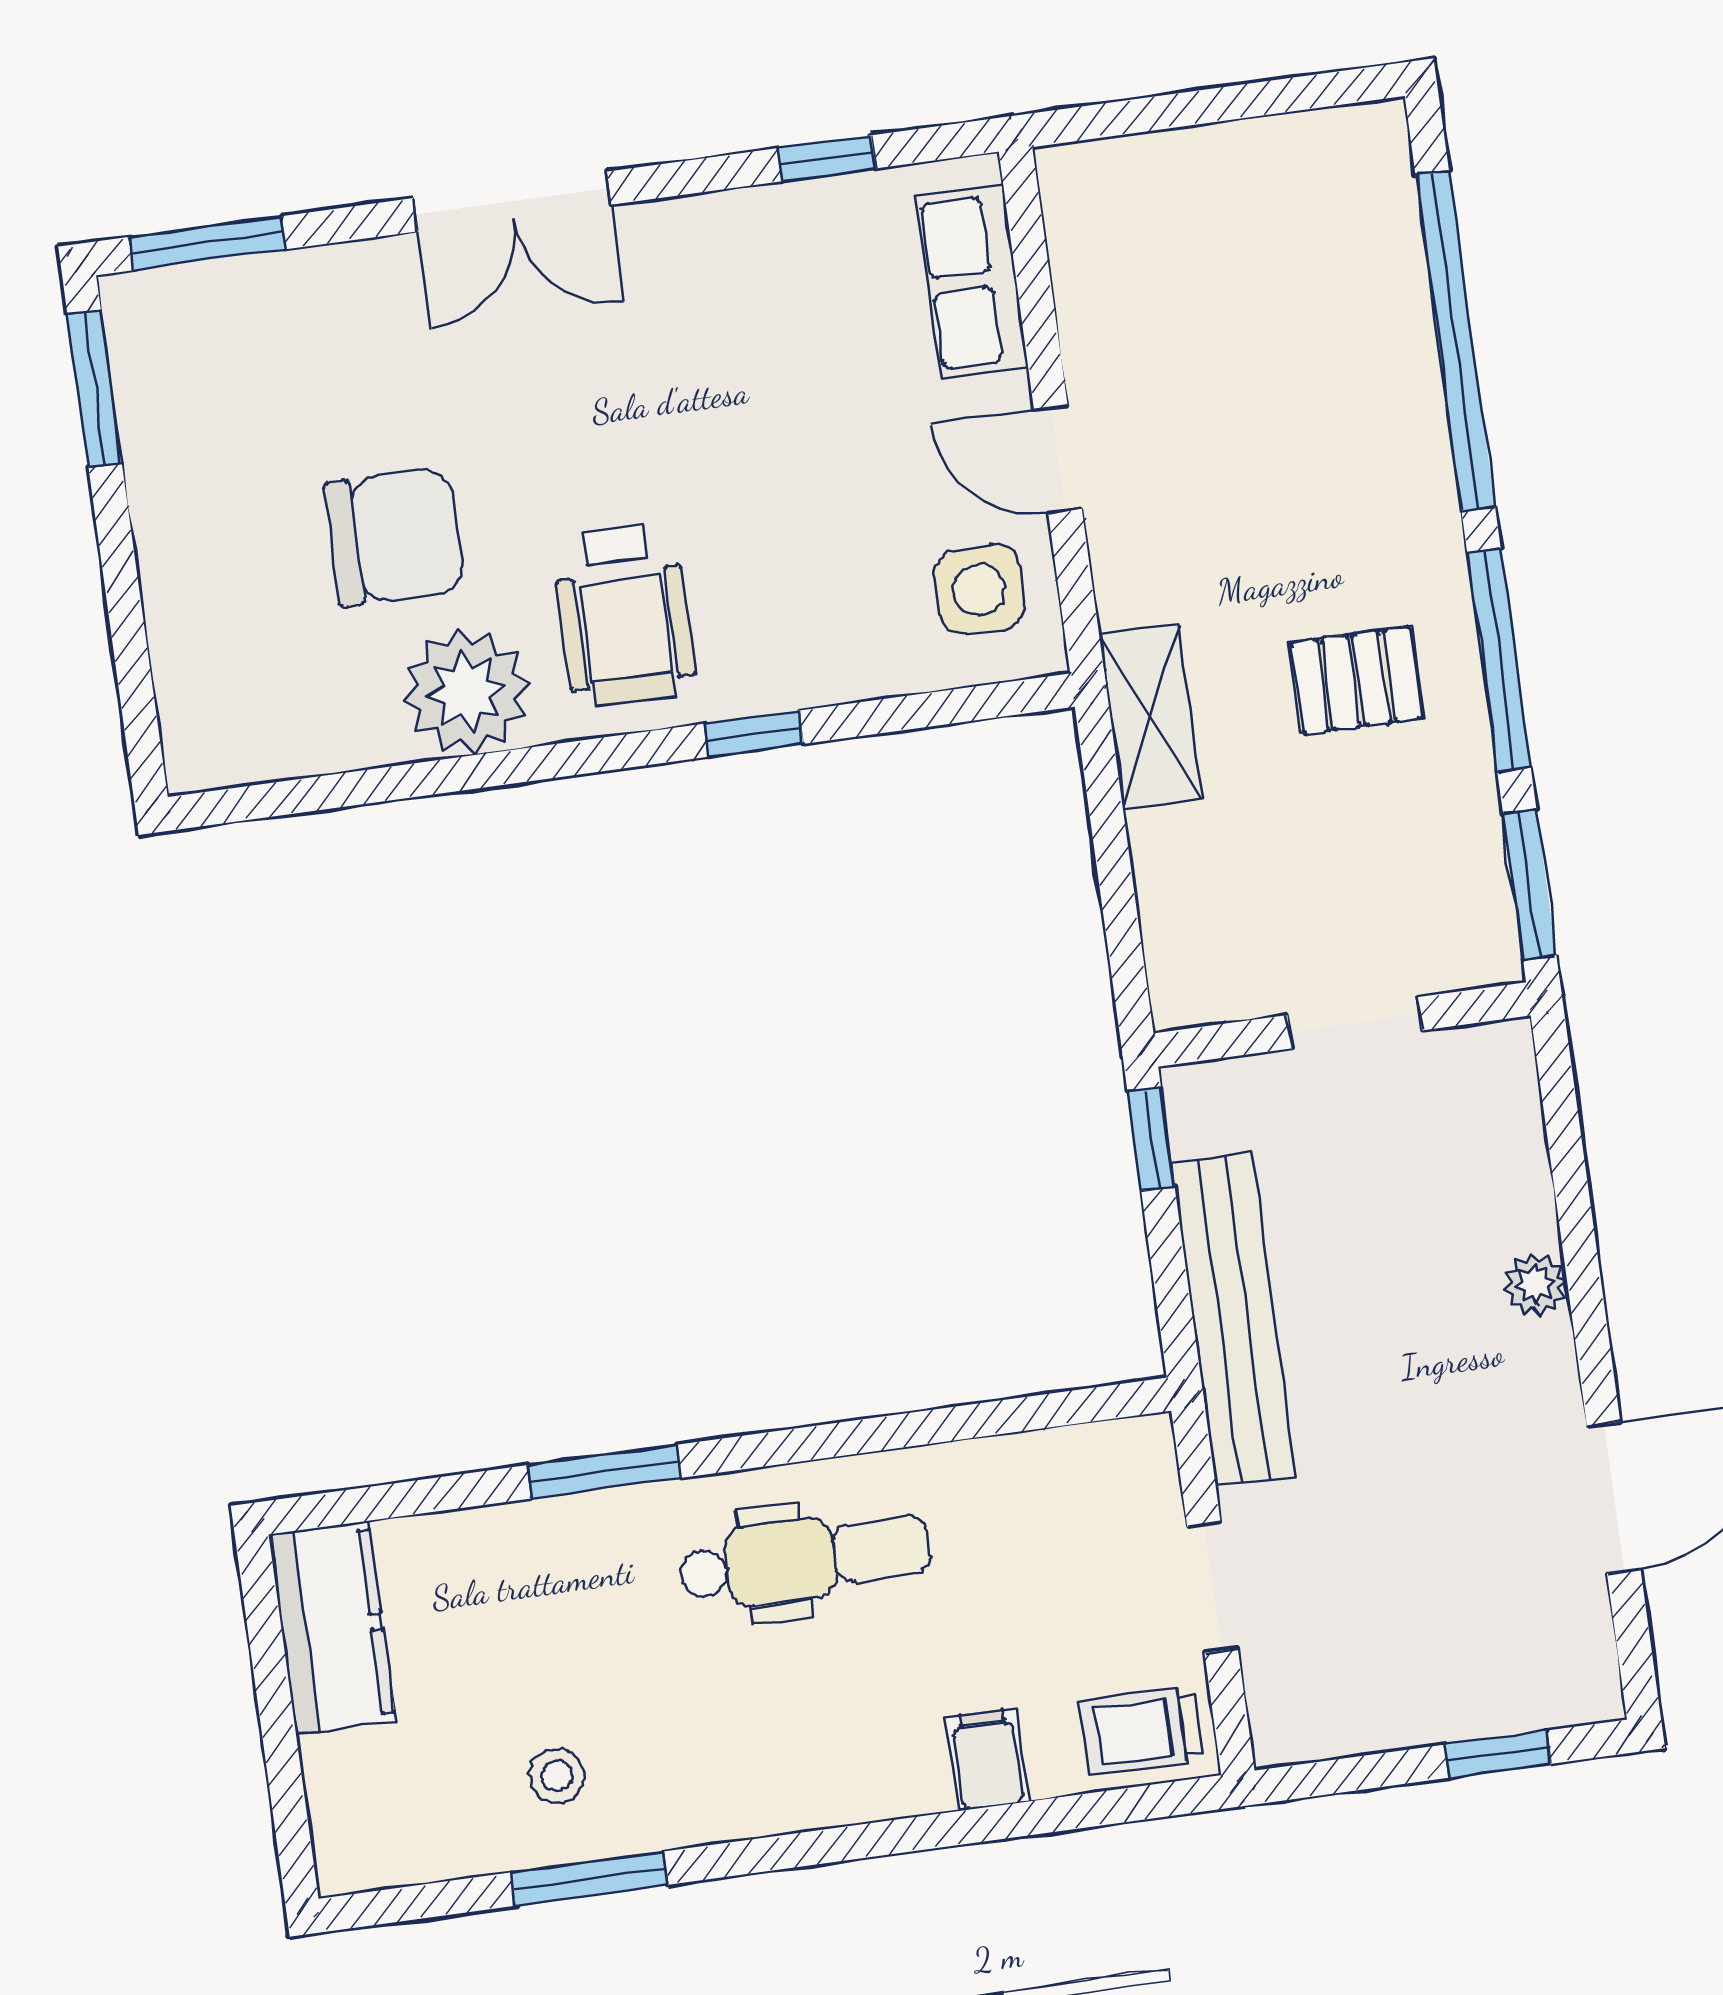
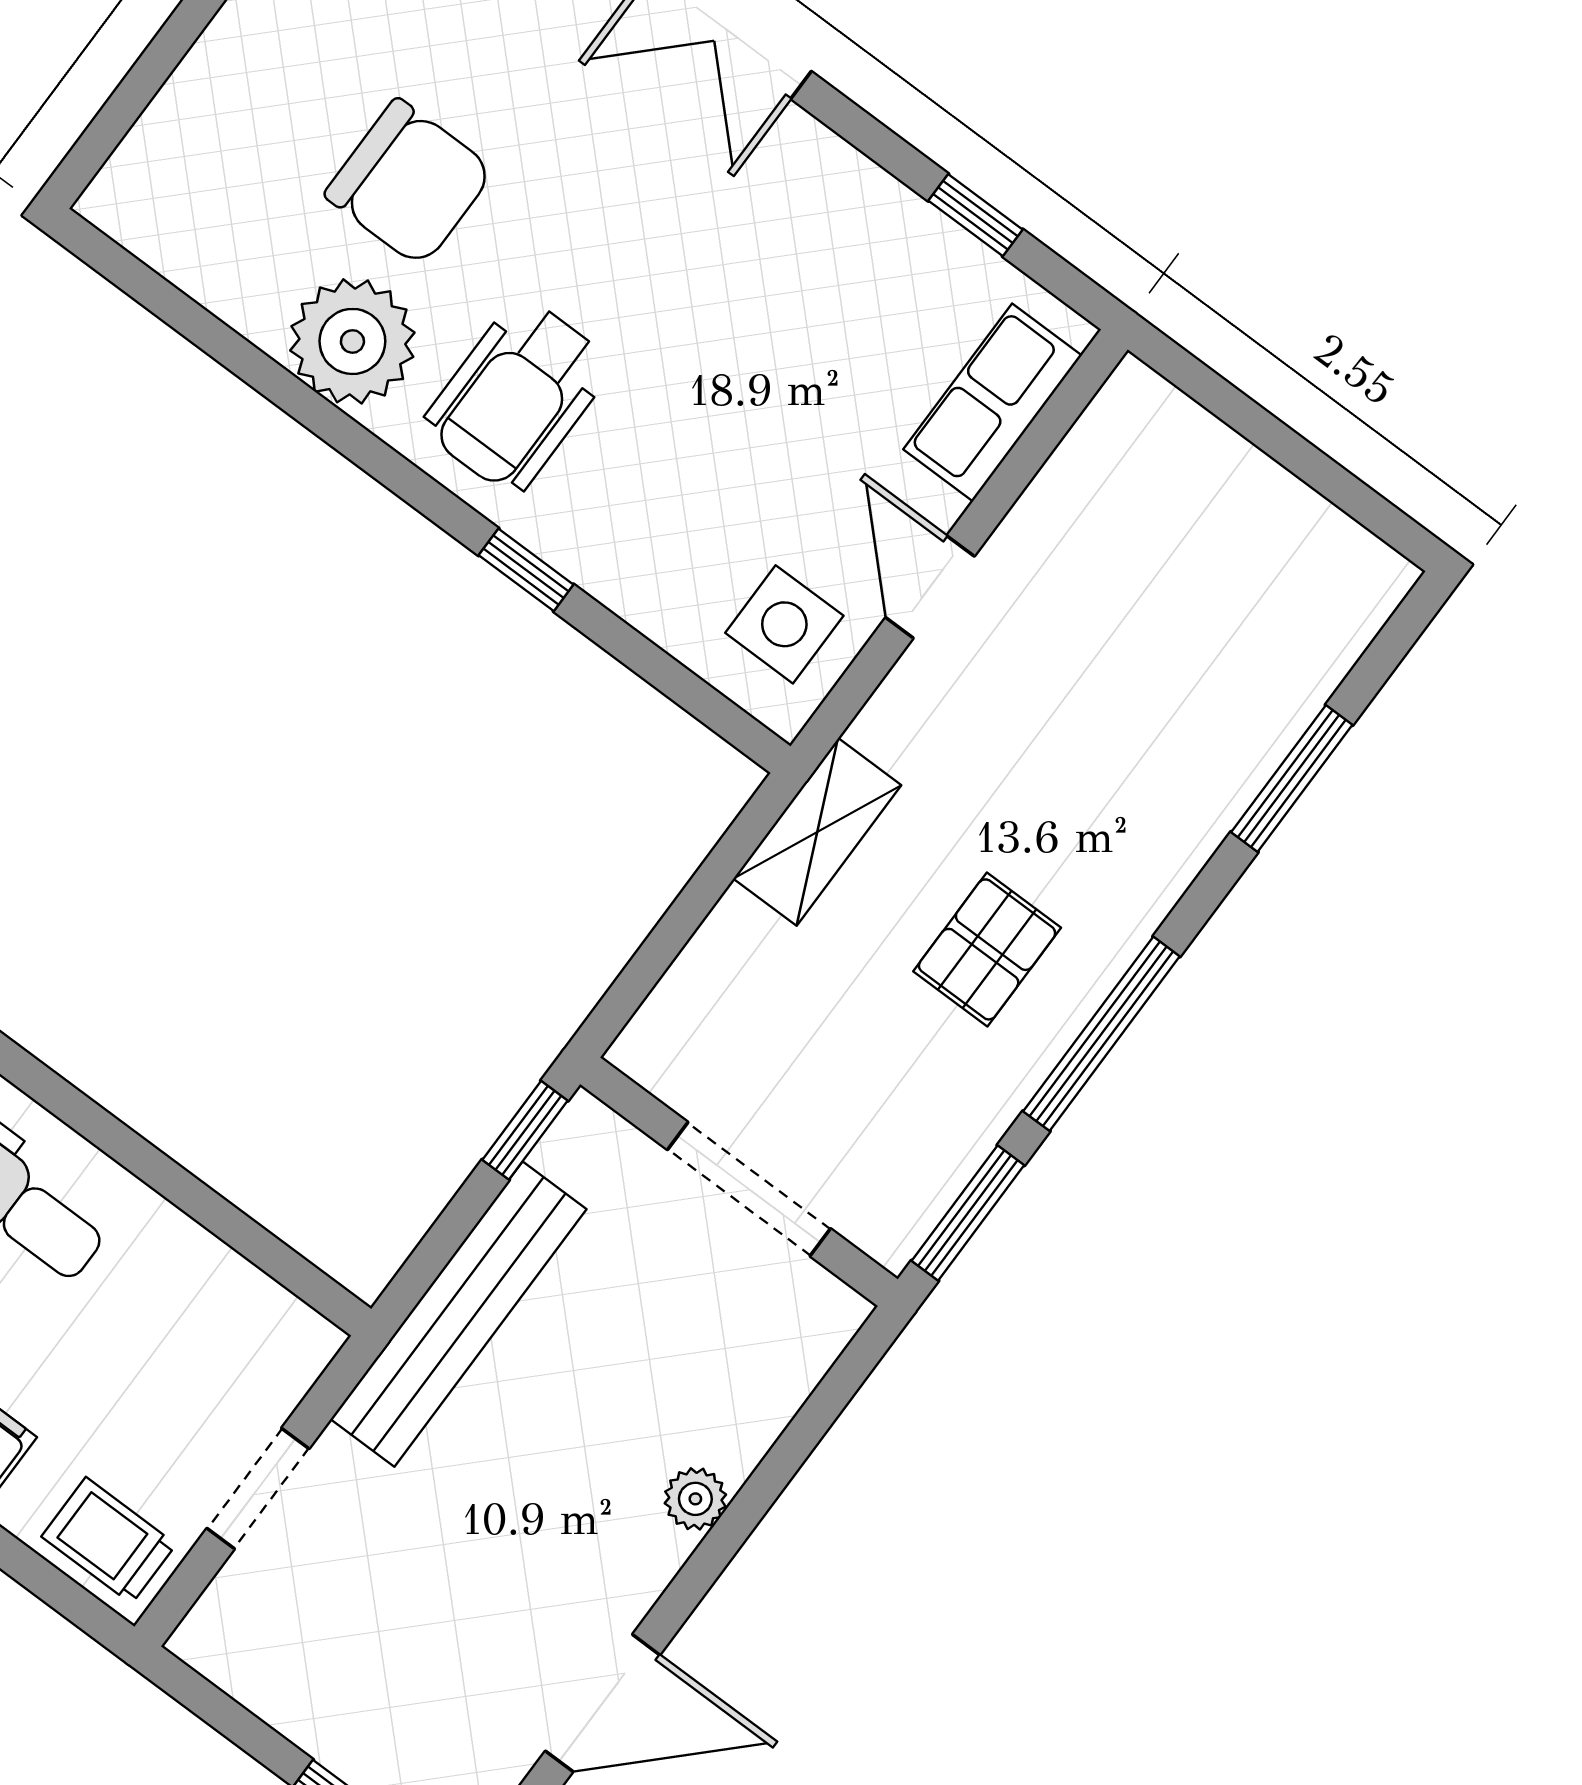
window: (1455, 341) -> (1292, 778), width x0.47
pallet: (1356, 681) -> (987, 949), turned 90
doorway: (1355, 1023) -> (749, 1189), width x1.38

